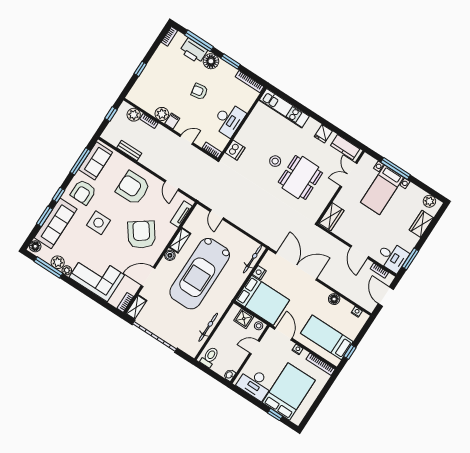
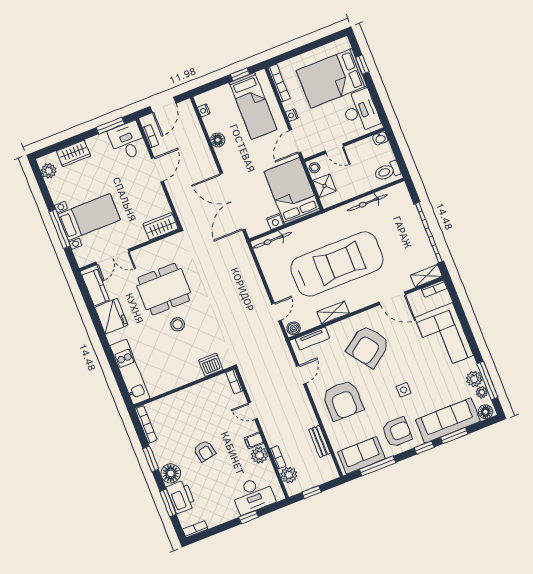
window: (199, 41) -> (168, 503), width x0.69
desk: (229, 120) -> (253, 495), moved, turned 180
fridge: (323, 134) -> (111, 316), width x1.88, depth x1.34
side table: (98, 223) -> (404, 390), width x0.54, depth x0.54
boiler: (170, 255) -> (294, 328), moved
plant: (67, 270) -> (482, 392), moved

